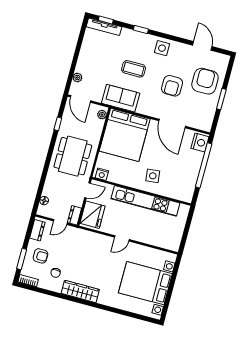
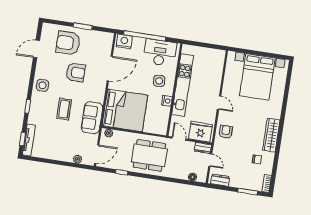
nightstand: (102, 174) -> (167, 101), moved
desk: (183, 180) -> (160, 53), added
armchair: (41, 256) -> (226, 132), moved

